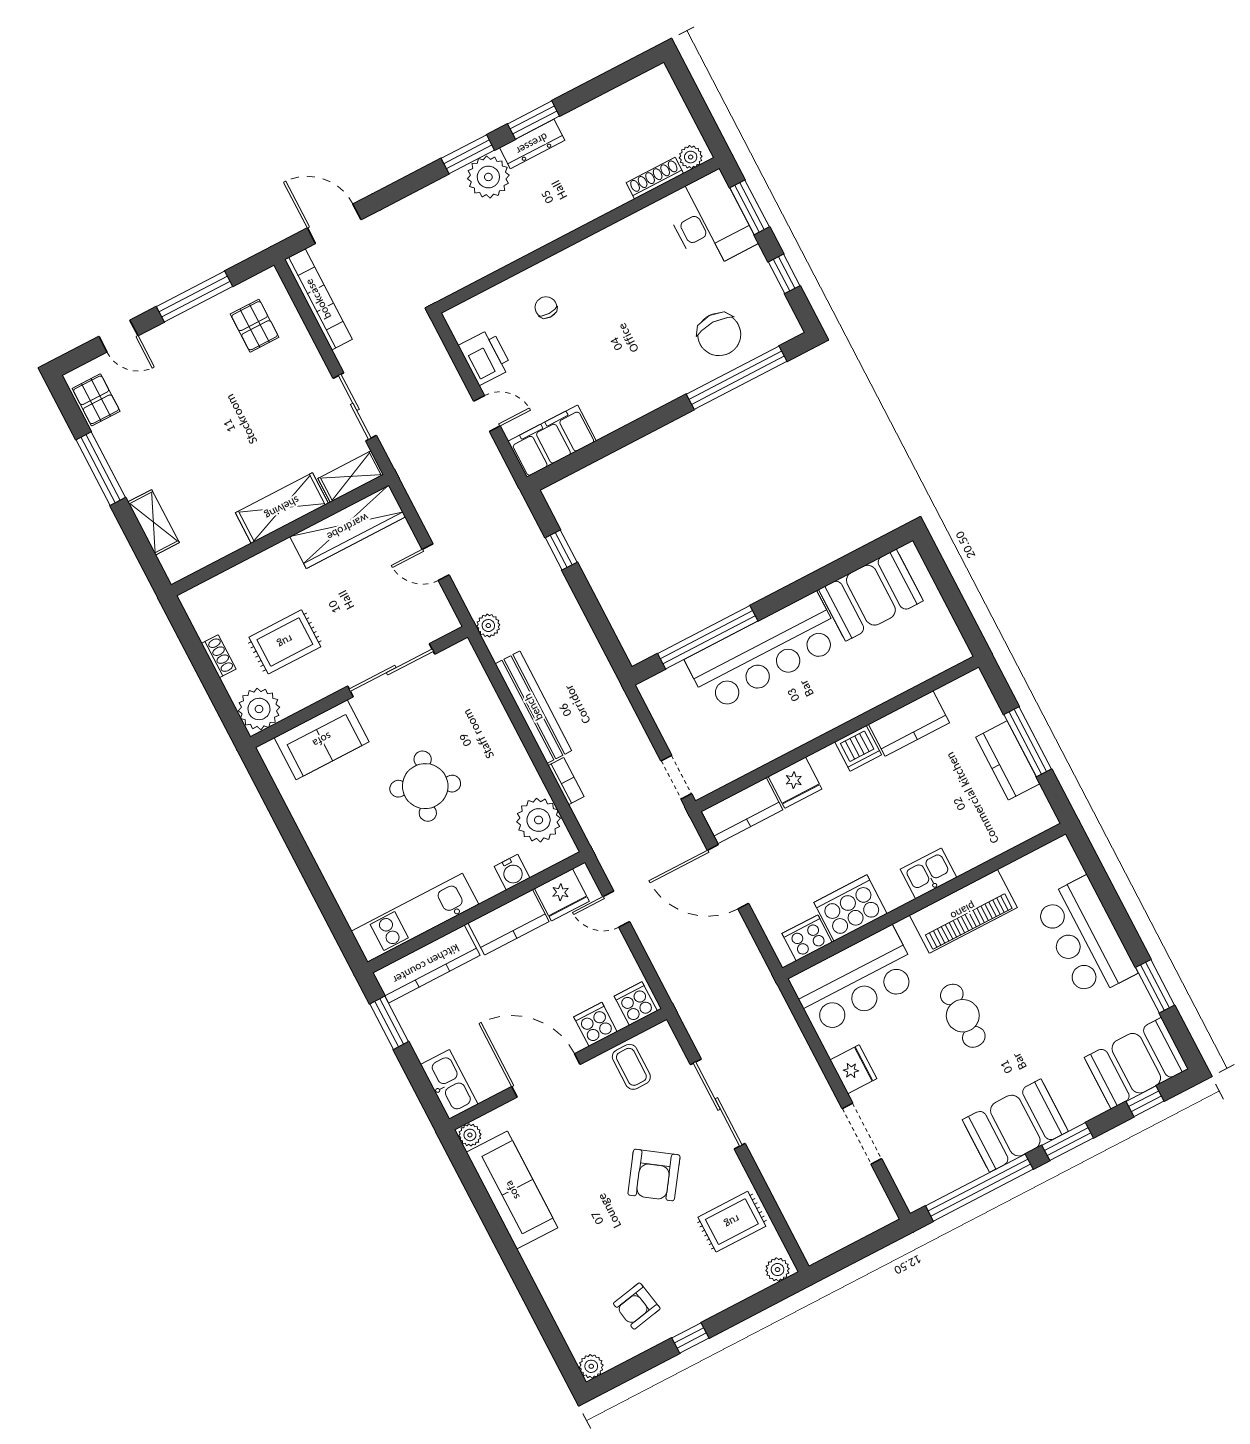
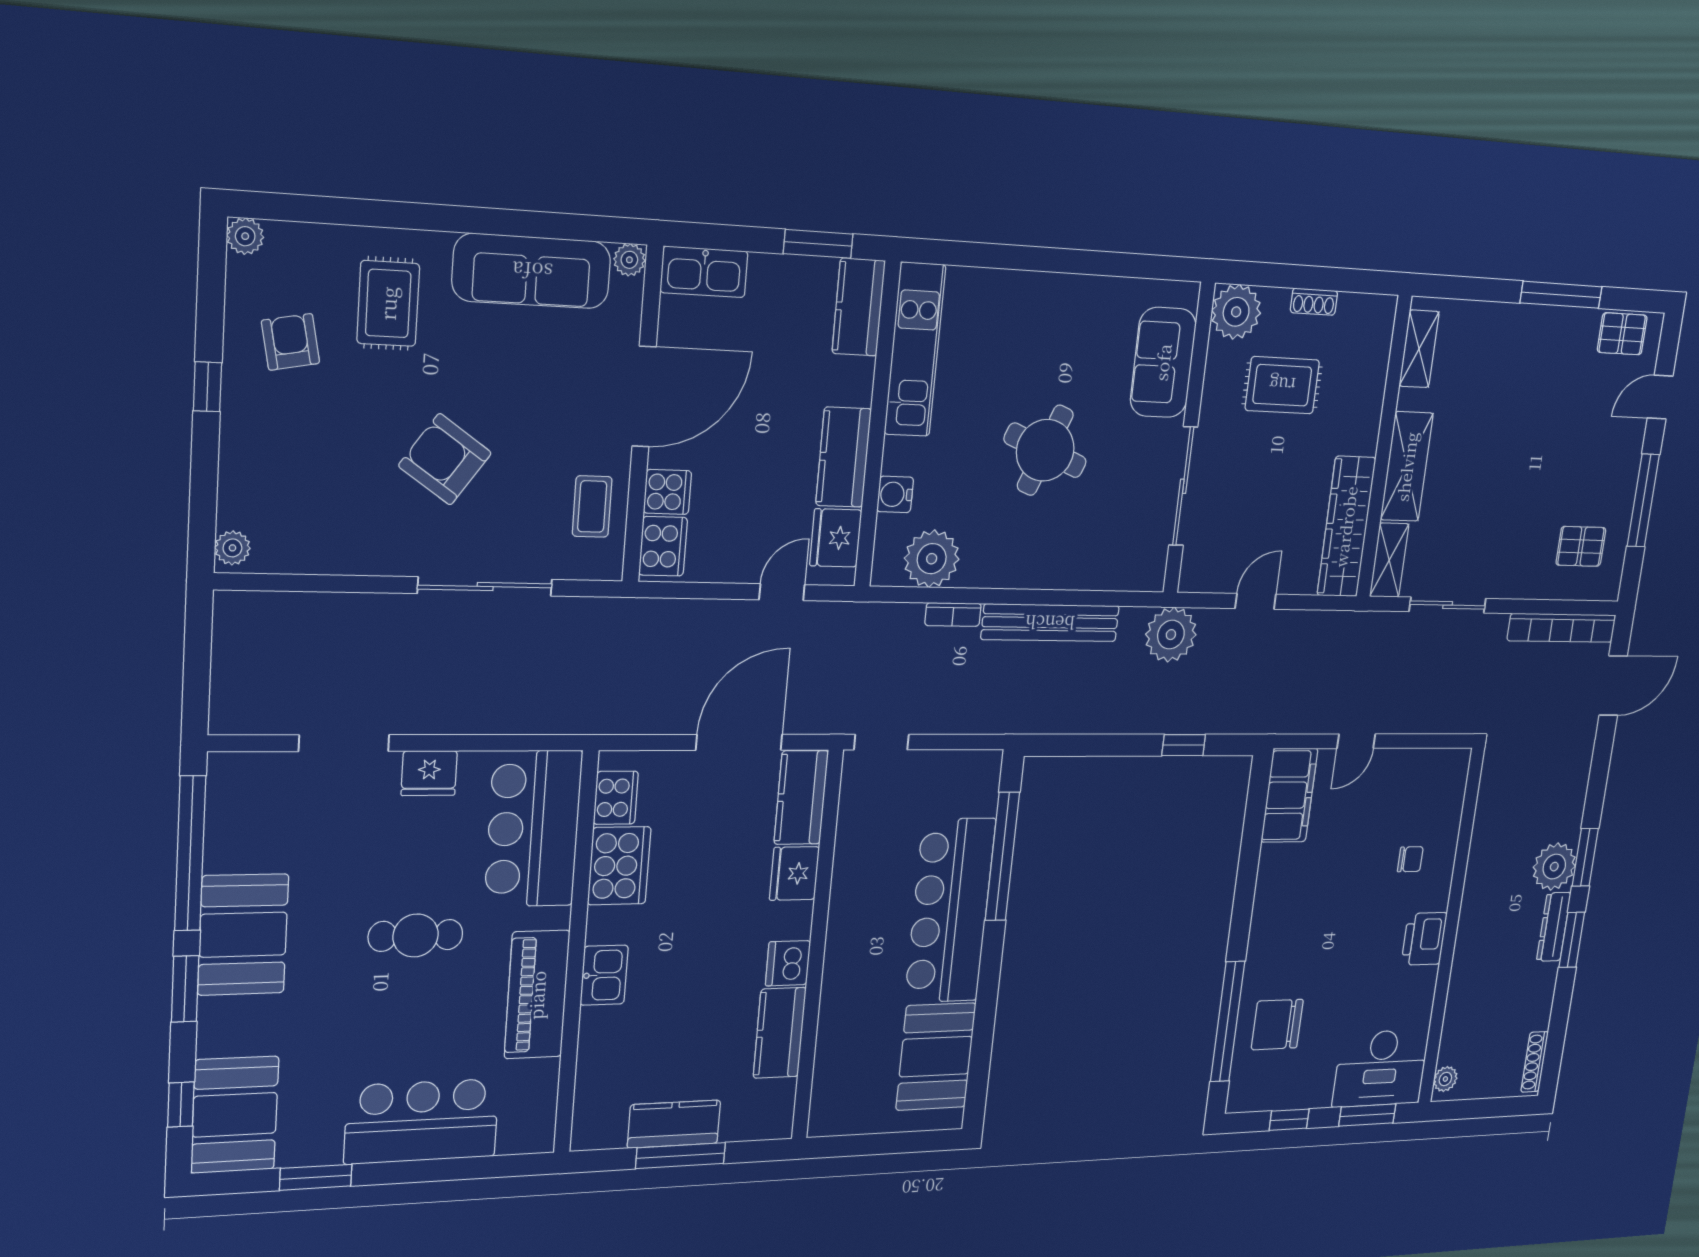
shoe rack: (655, 178) -> (1535, 1062), moved, turned 180
printer: (485, 357) -> (1424, 939), moved, turned 90
shelving: (153, 522) -> (1419, 349), moved, turned 90
plant: (488, 626) -> (1171, 635), width x1.87, depth x1.87
rug: (285, 642) -> (1282, 385), turned 90
kitchen counter: (426, 964) -> (859, 307), width x0.67
cooker: (636, 1004) -> (663, 546), width x1.36
coffee table: (631, 1067) -> (592, 506), turned 90
rug: (732, 1222) -> (388, 303), moved

